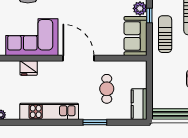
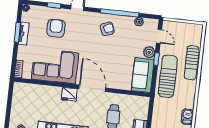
sun lounger: (165, 34) -> (168, 76), width x1.36, depth x1.34
fridge: (29, 68) -> (69, 94), moved

